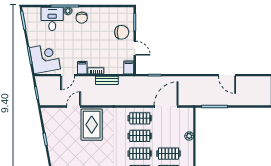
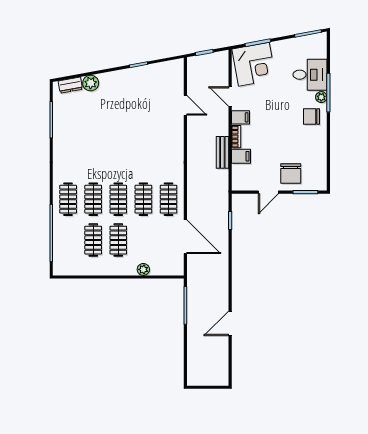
filing cabinet: (129, 67) -> (241, 156), moved
rug: (92, 125) -> (160, 131), removed

